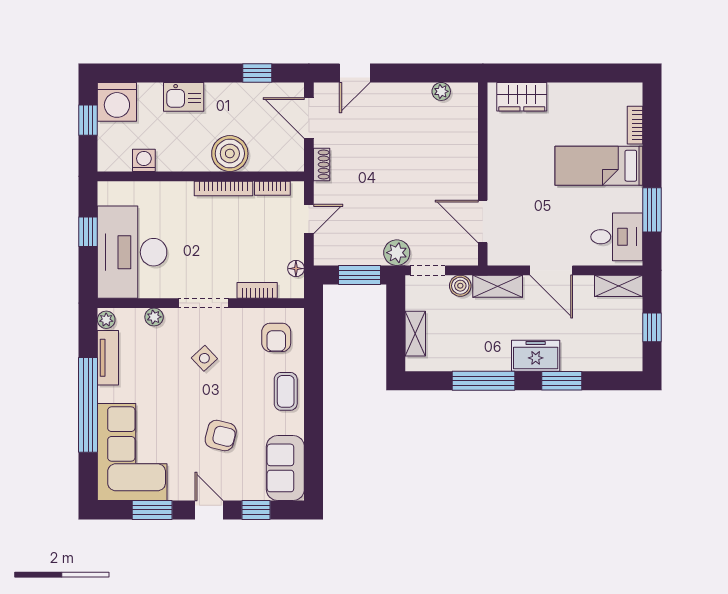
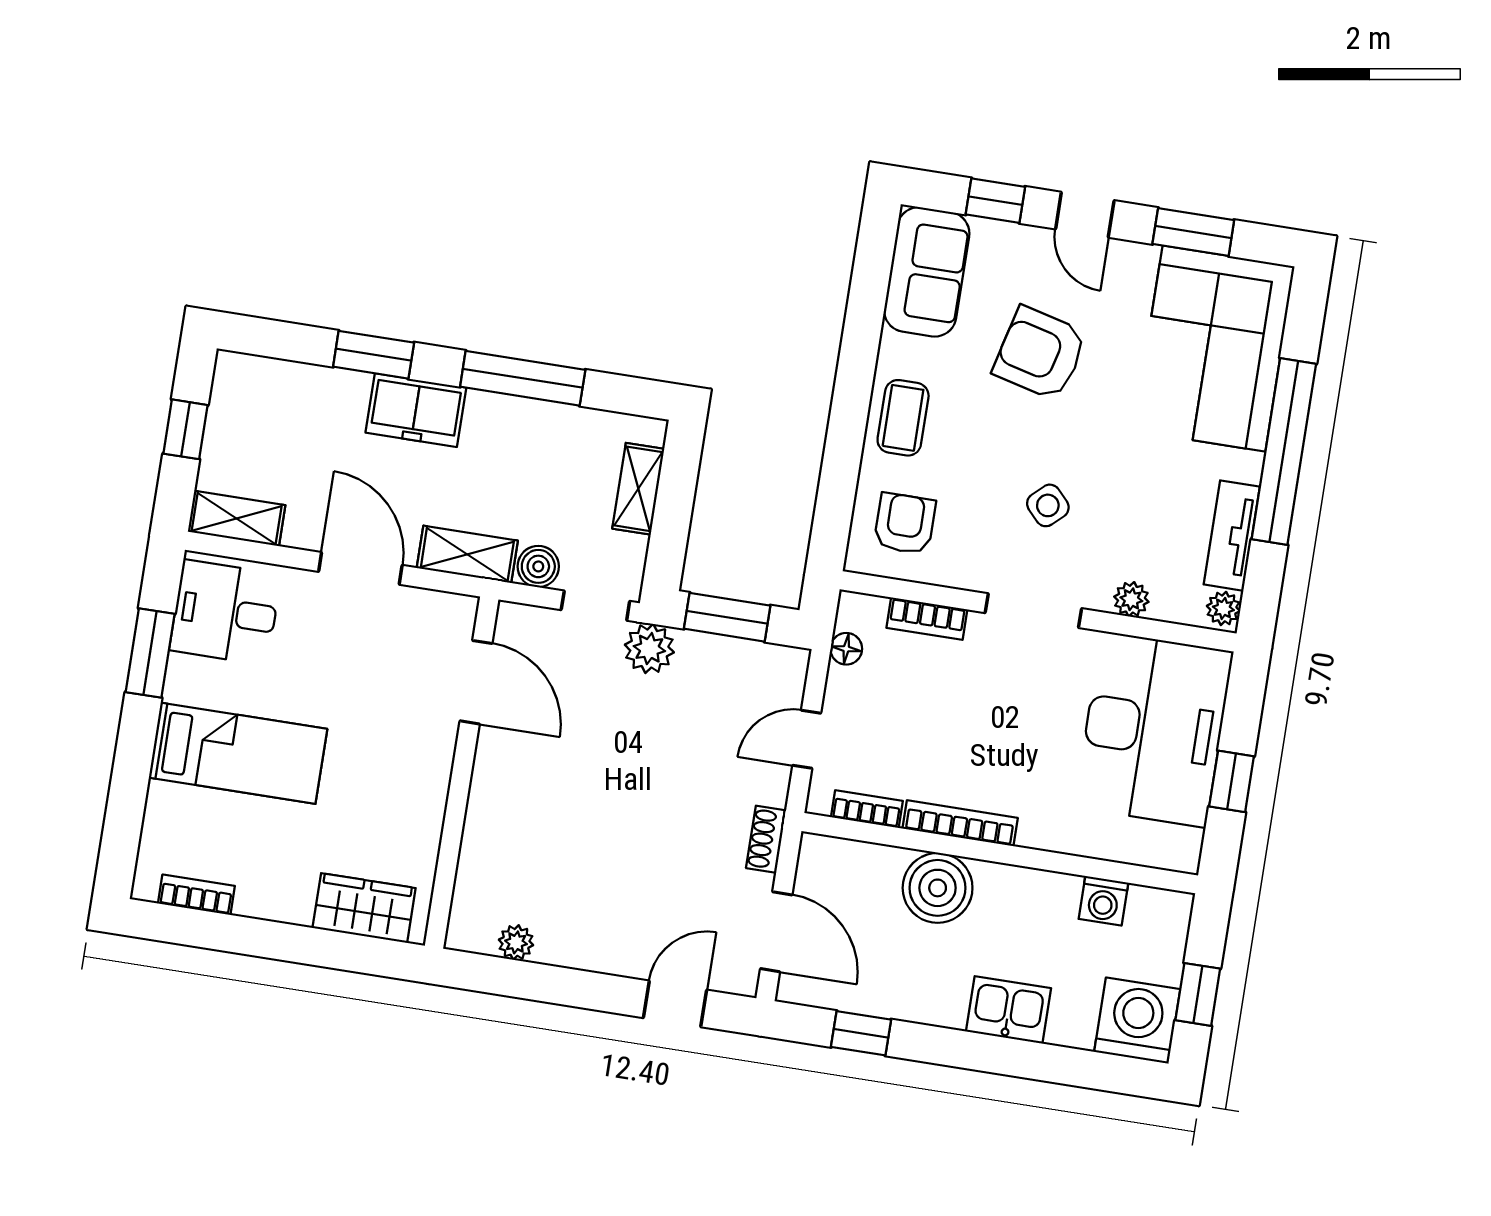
bookcase: (635, 125) -> (196, 895), moved, turned -90
armchair: (221, 435) -> (1040, 353), width x1.38, depth x1.38

